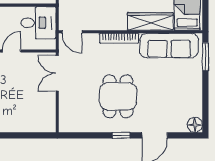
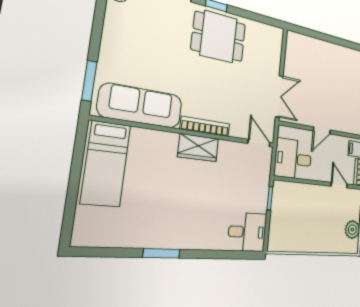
wardrobe: (150, 21) -> (198, 148), moved, width x0.67
dining table: (118, 96) -> (219, 37), moved, turned 90

